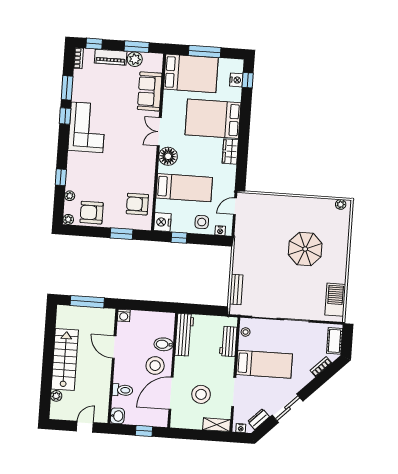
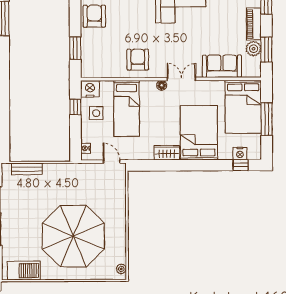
floor lamp: (168, 156) -> (162, 85), width x0.53, depth x0.53
armchair: (137, 204) -> (138, 60), moved
side table: (202, 222) -> (96, 113), moved
parasol: (305, 249) -> (73, 236), width x1.86, depth x1.86

